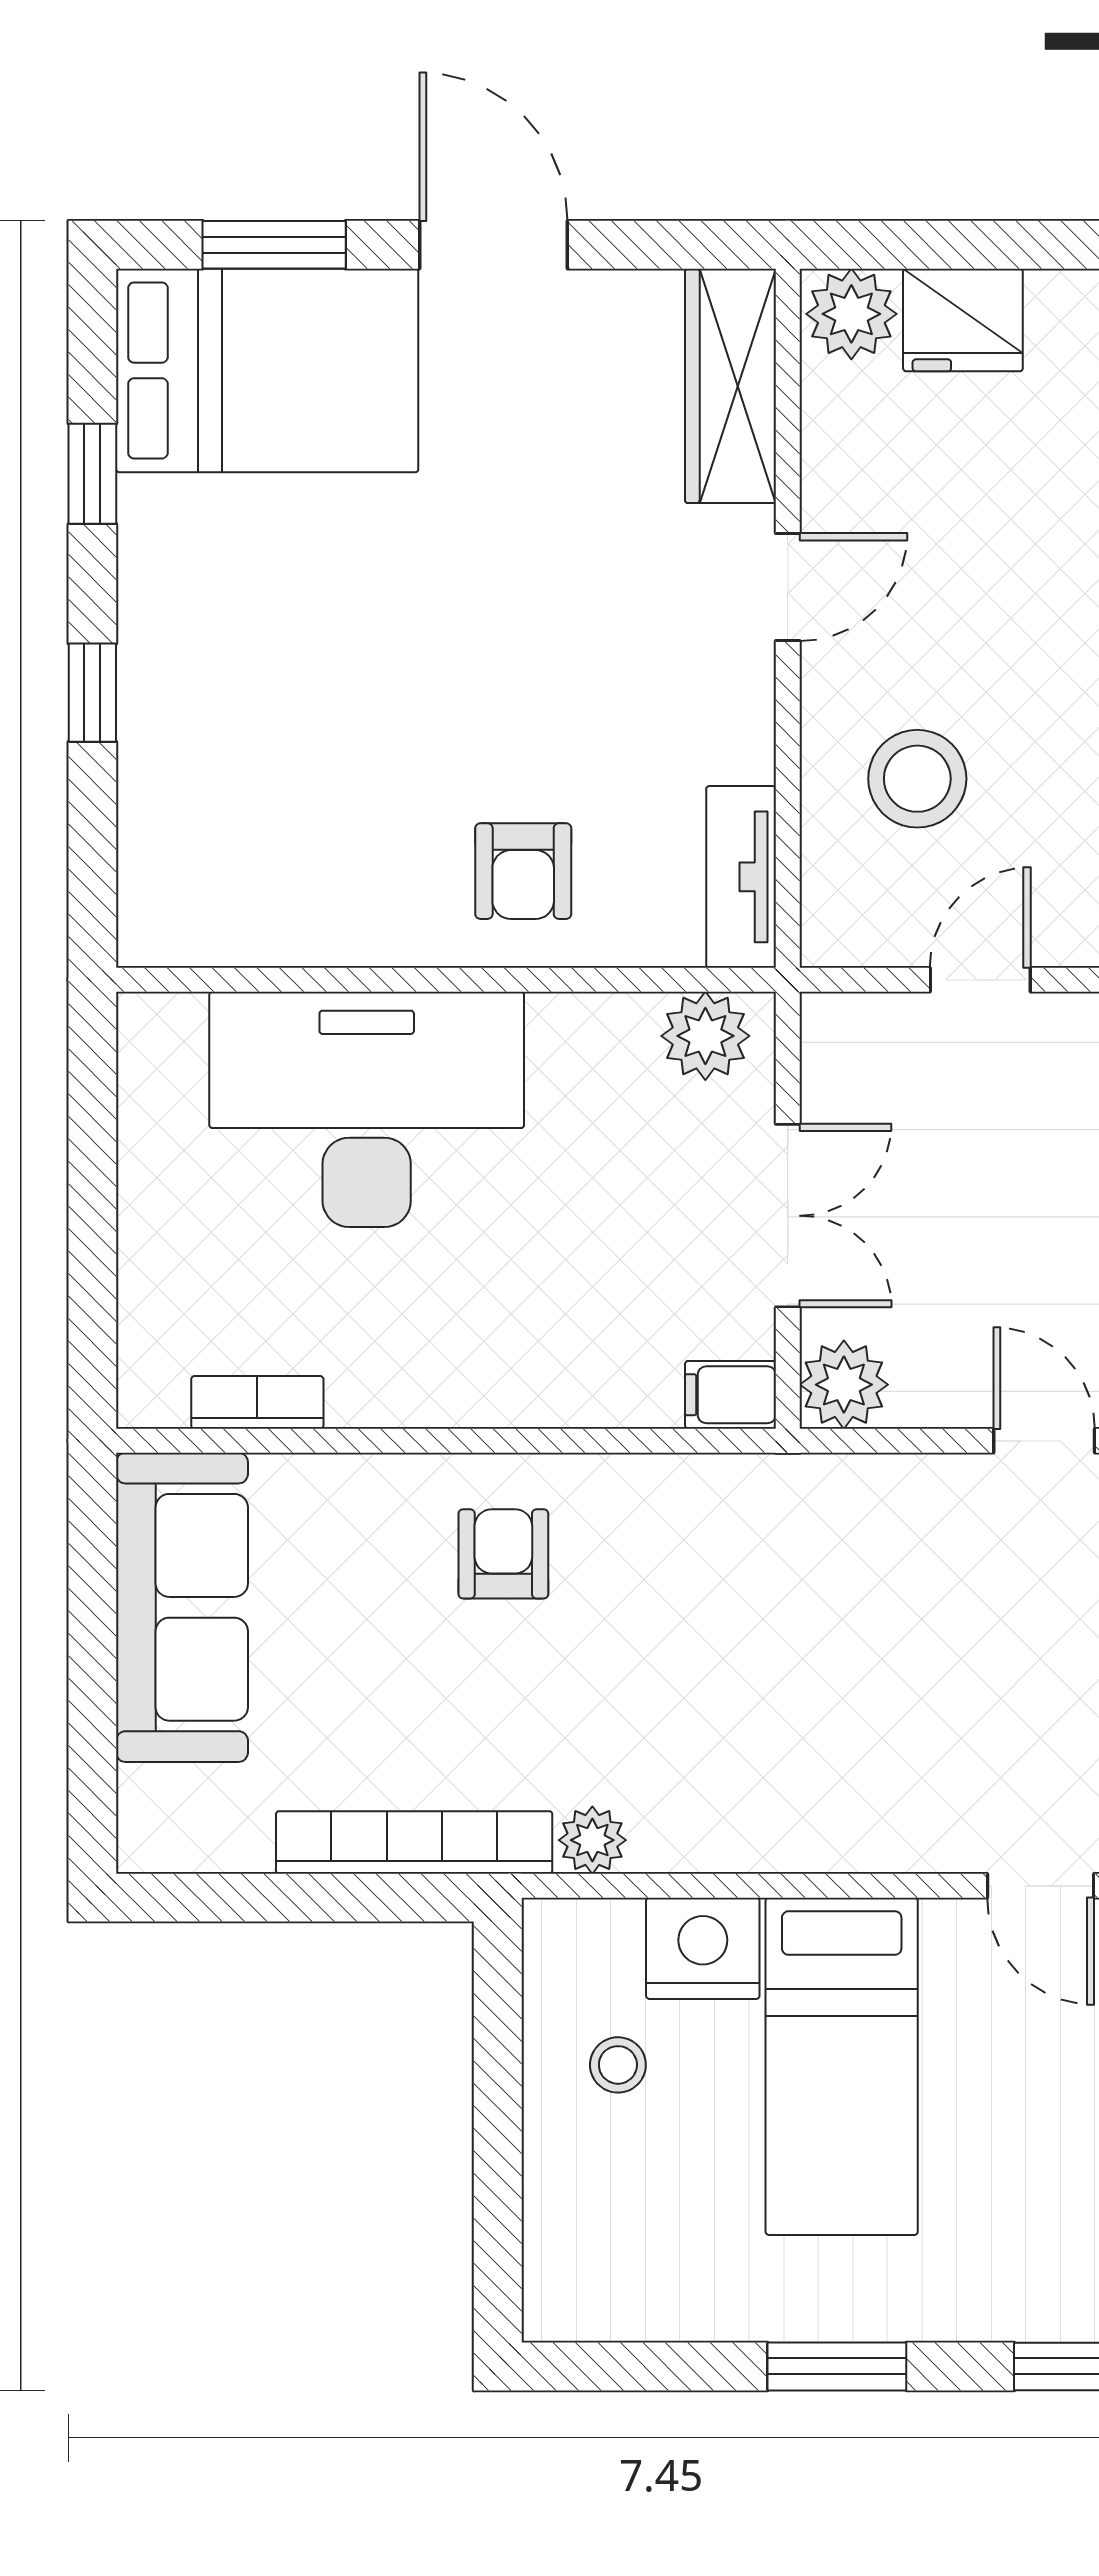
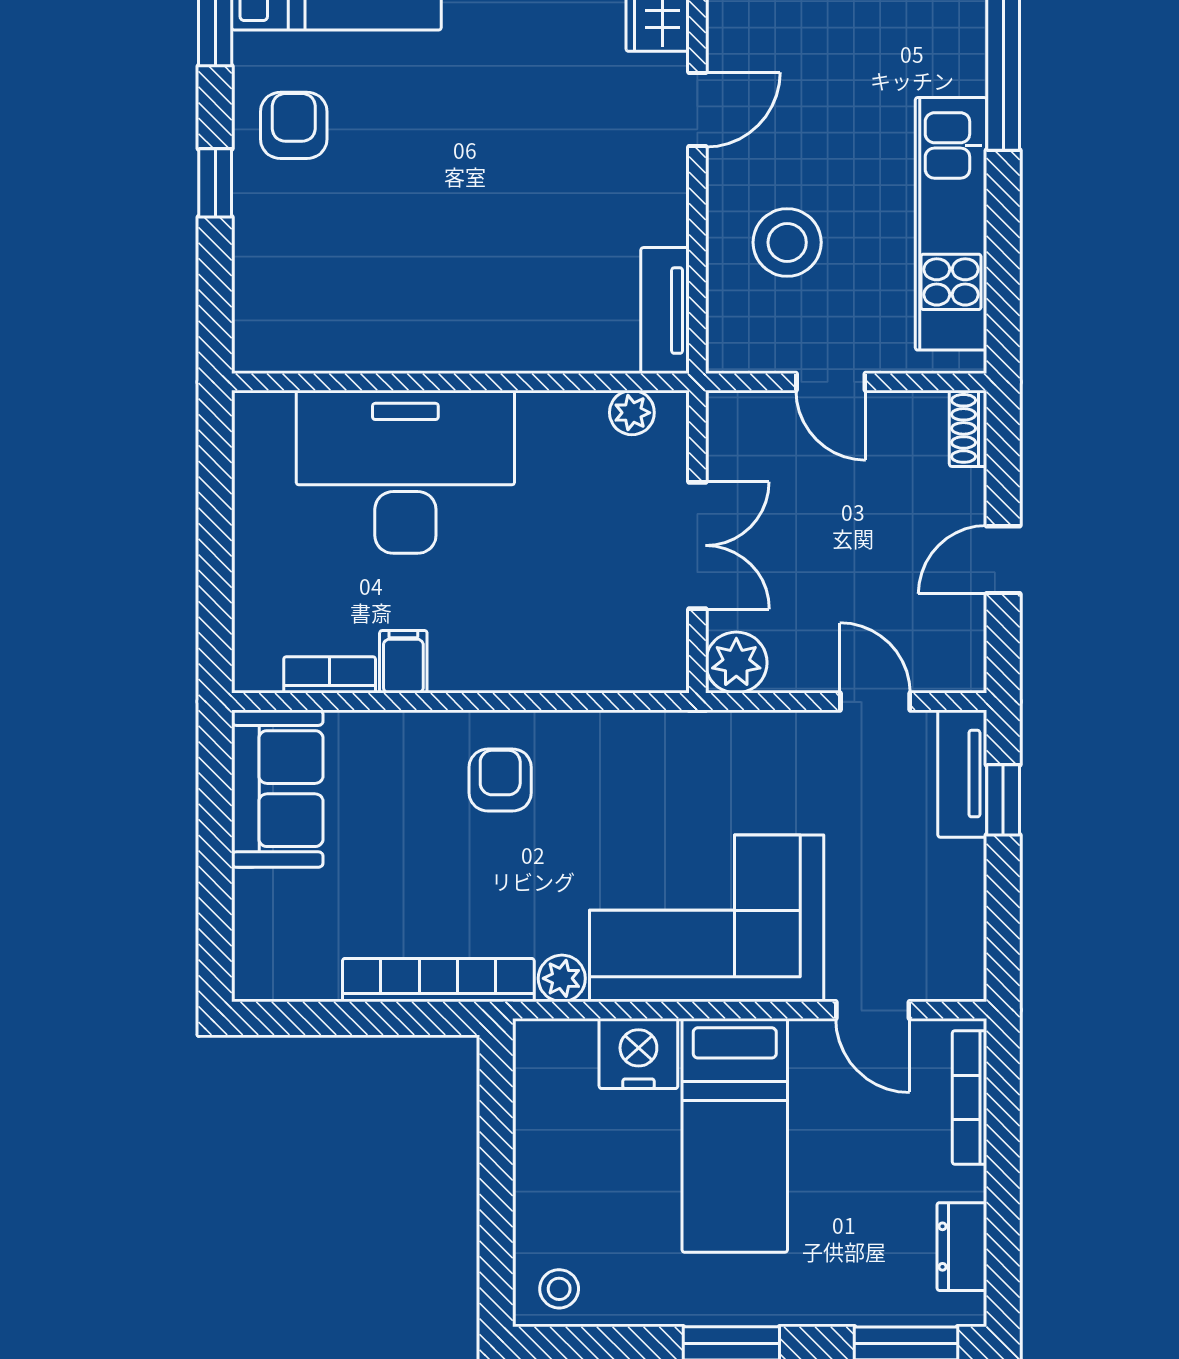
armchair: (523, 871) -> (294, 125), moved, turned 180
door: (980, 980) -> (831, 382), swing flipped
plant: (705, 1036) -> (632, 413), width x0.73, depth x0.73
filing cabinet: (730, 1395) -> (403, 662), moved, turned 90
sofa: (182, 1607) -> (277, 789), width x0.73
corner sofa: (801, 1753) -> (707, 918), added
stool: (618, 2065) -> (559, 1289), moved

